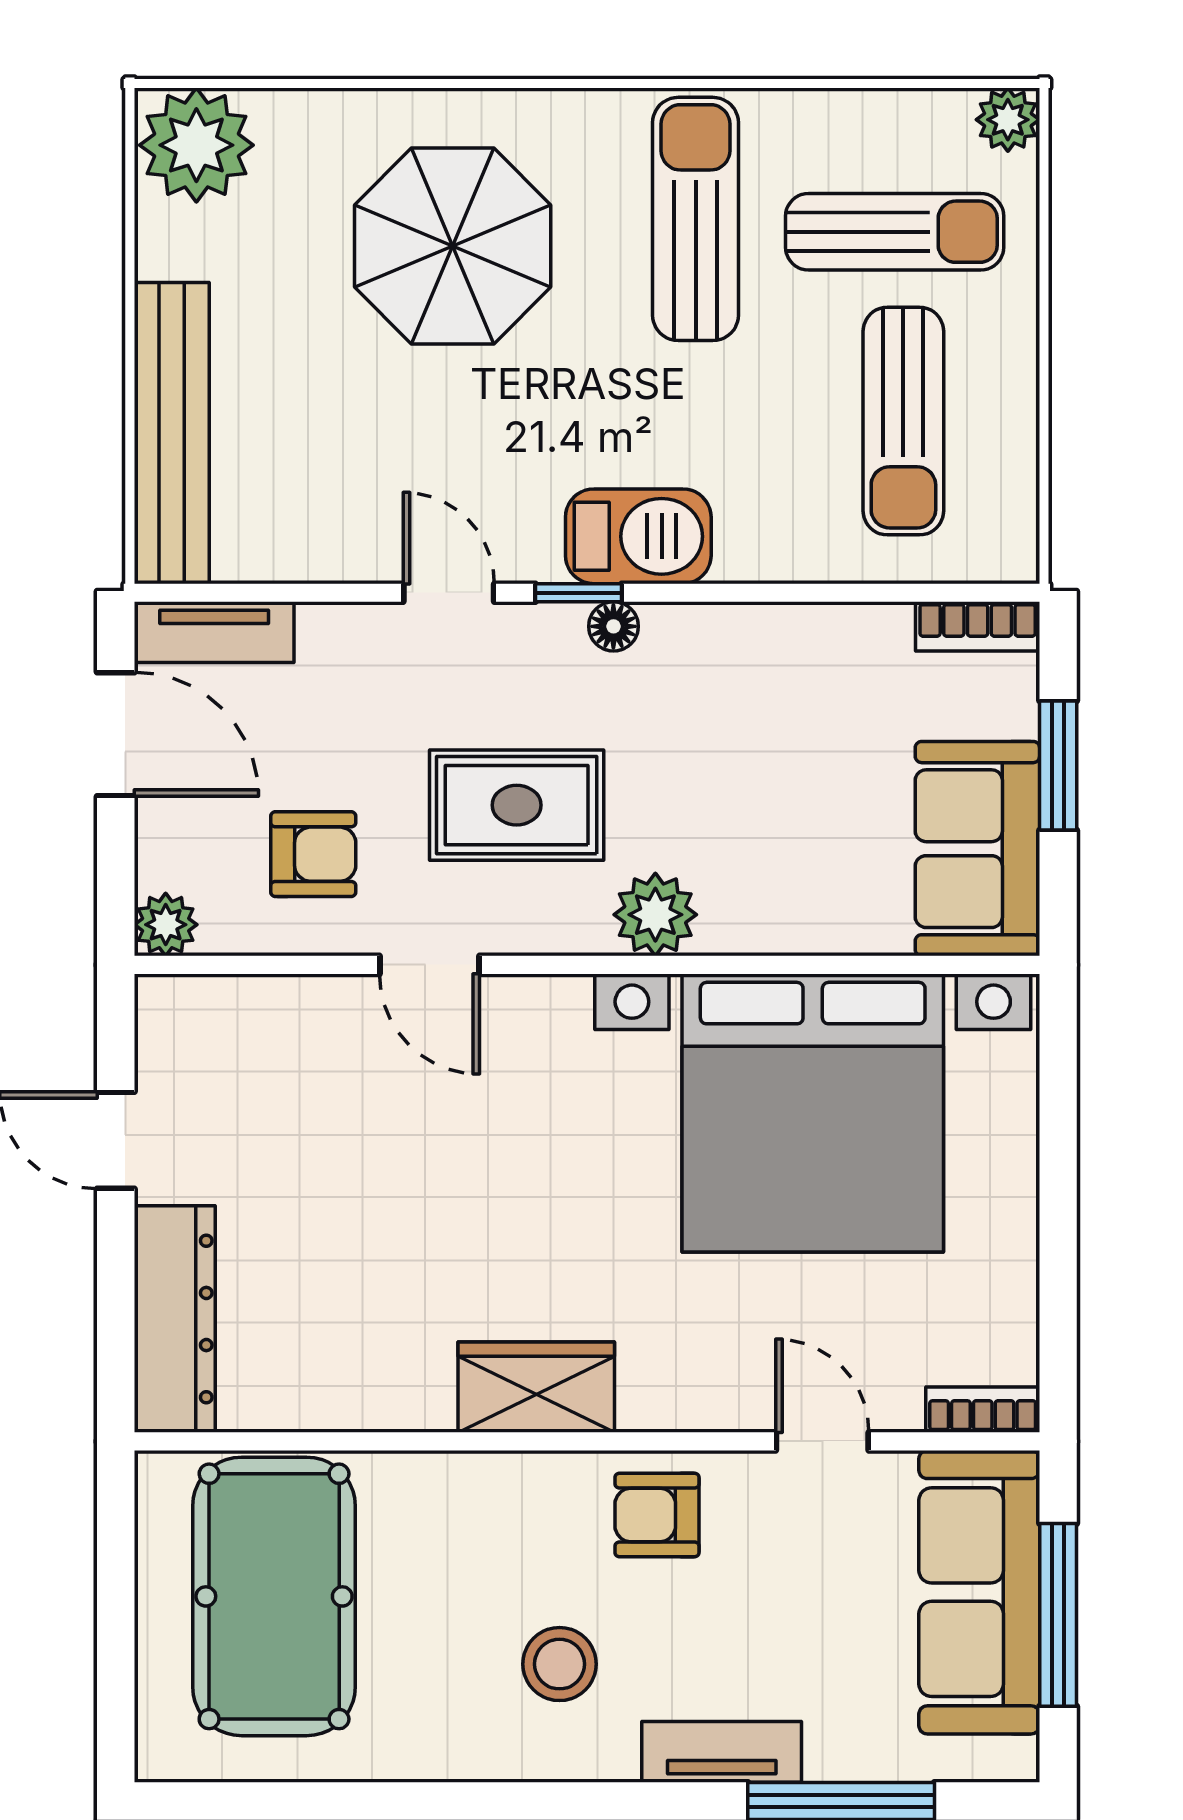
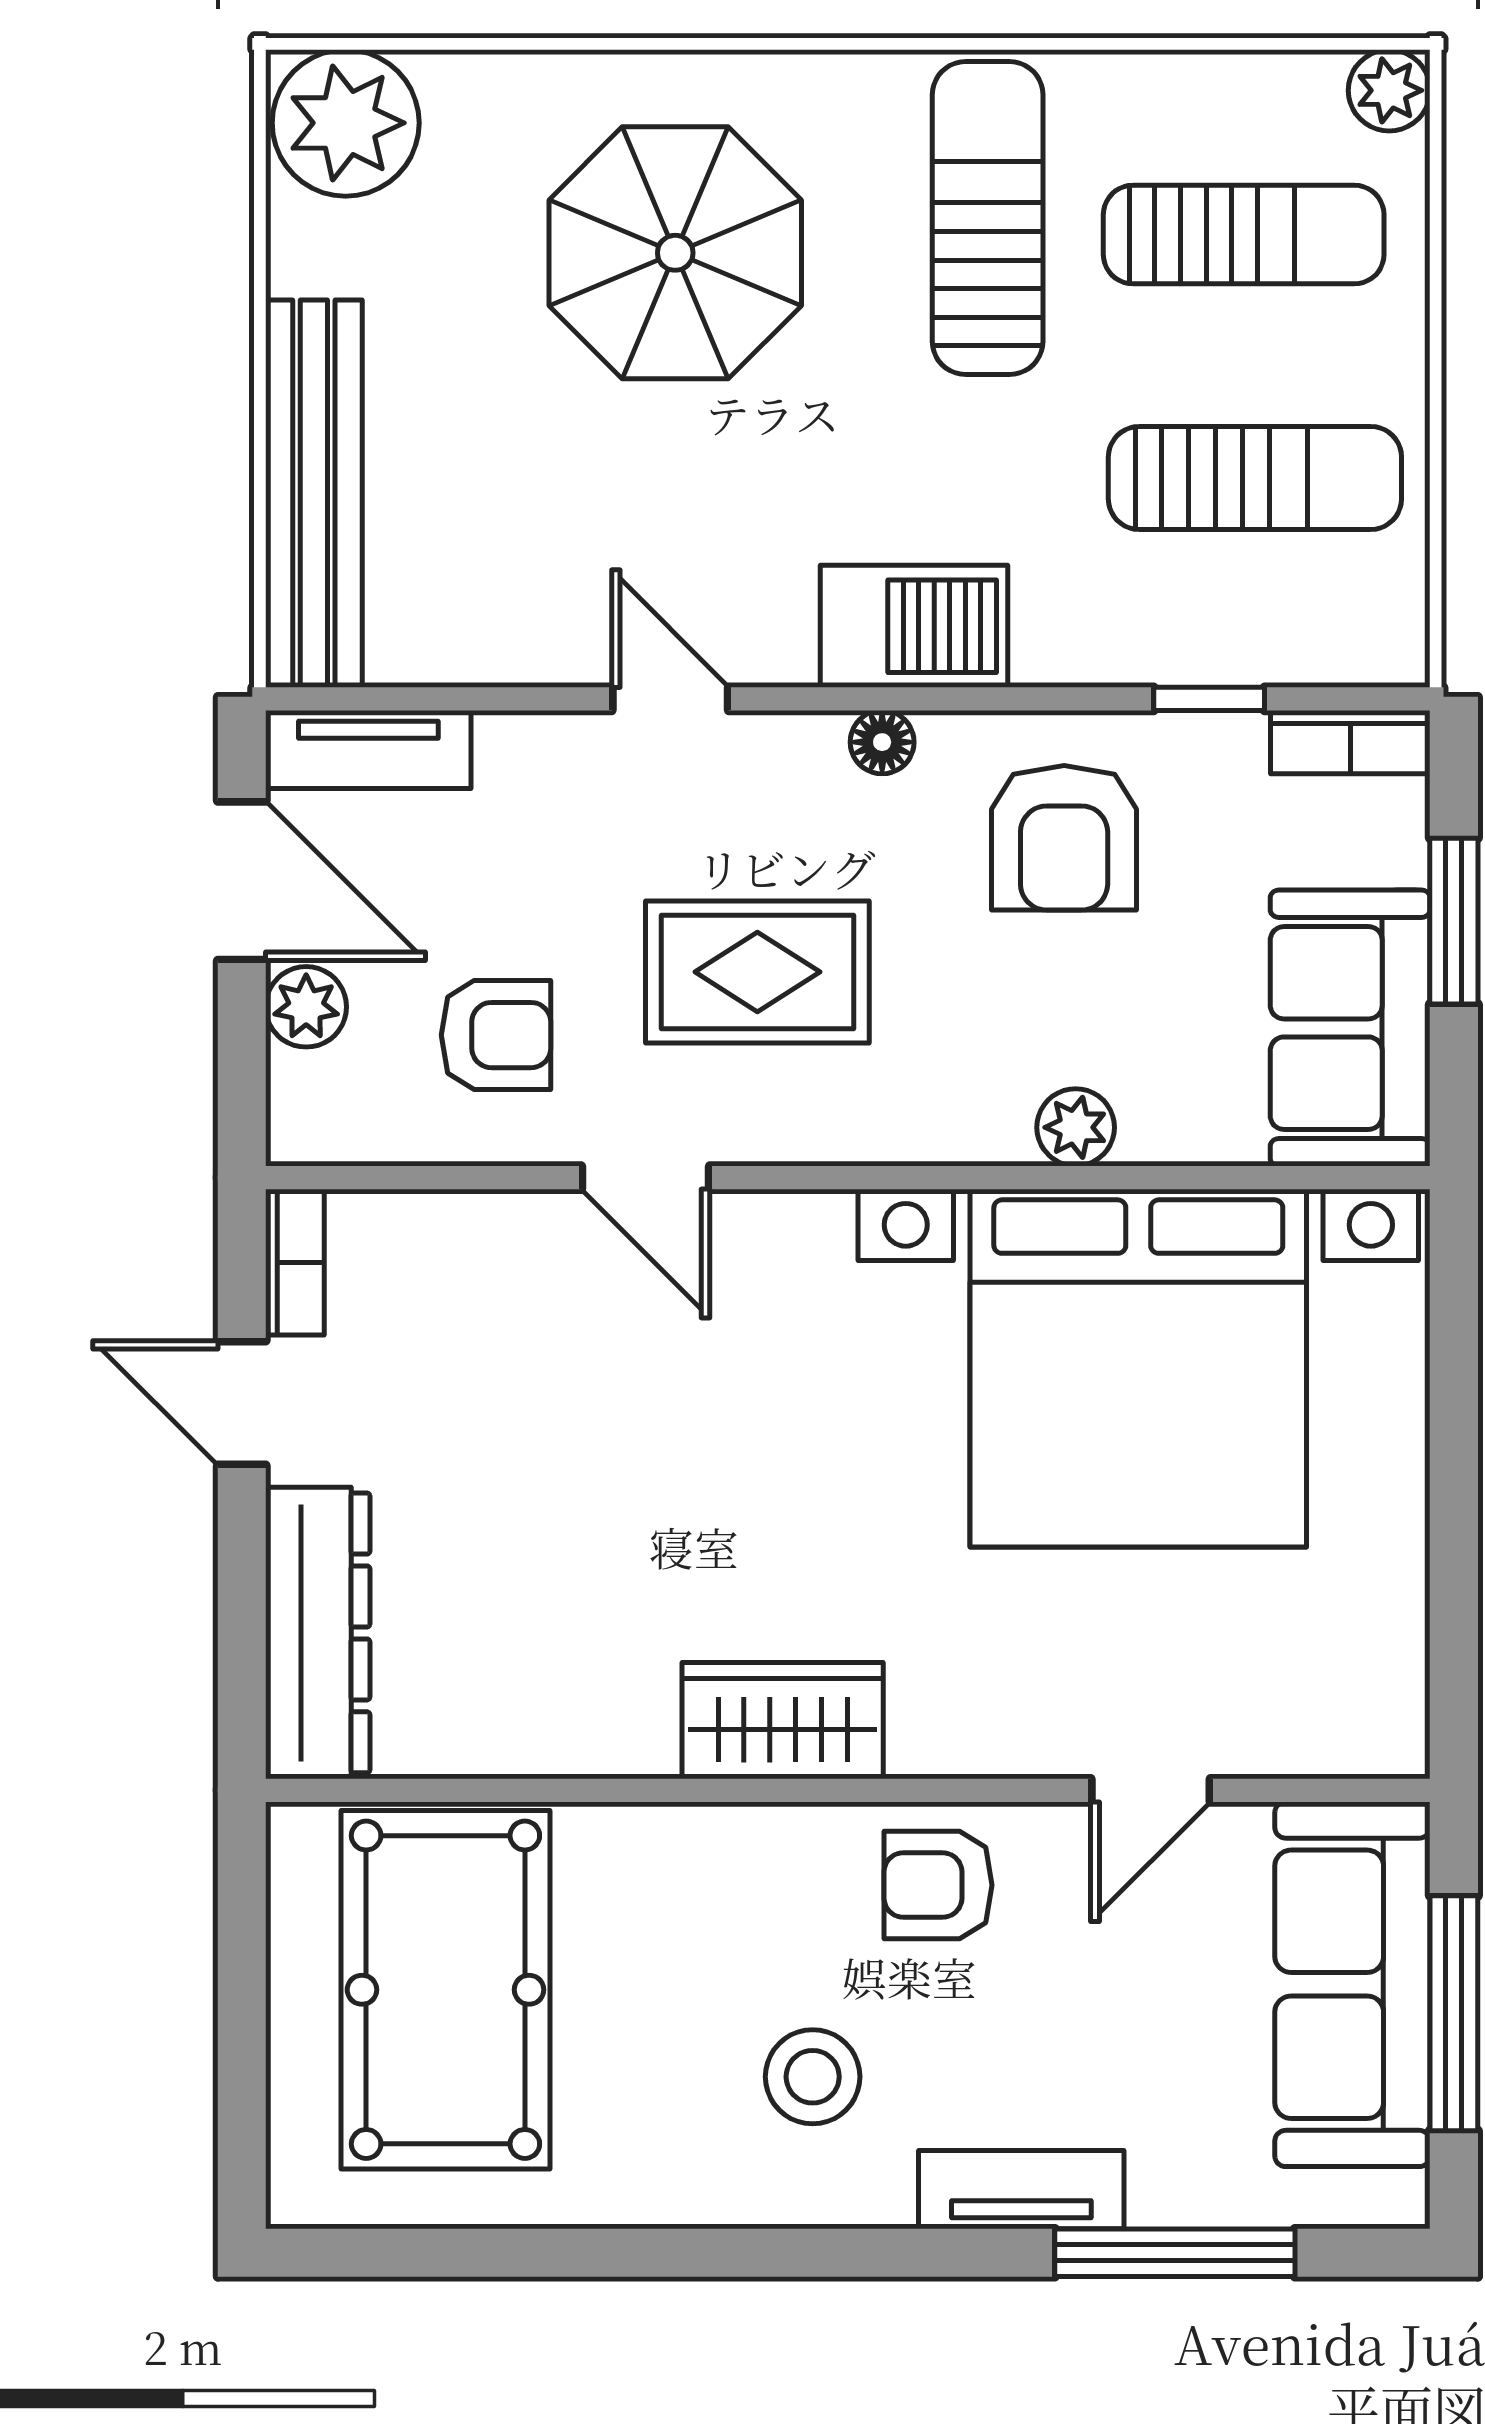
sun lounger: (903, 421) -> (1255, 478), turned -90
window: (578, 593) -> (1209, 699), moved
armchair: (755, 701) -> (1064, 838), added
plant: (655, 915) -> (1076, 1127), moved, width x0.73, depth x0.73
plant: (166, 925) -> (306, 1007), moved
bookcase: (983, 1410) -> (295, 1262), moved, turned 90
door: (822, 1441) -> (1151, 1790), swing flipped

